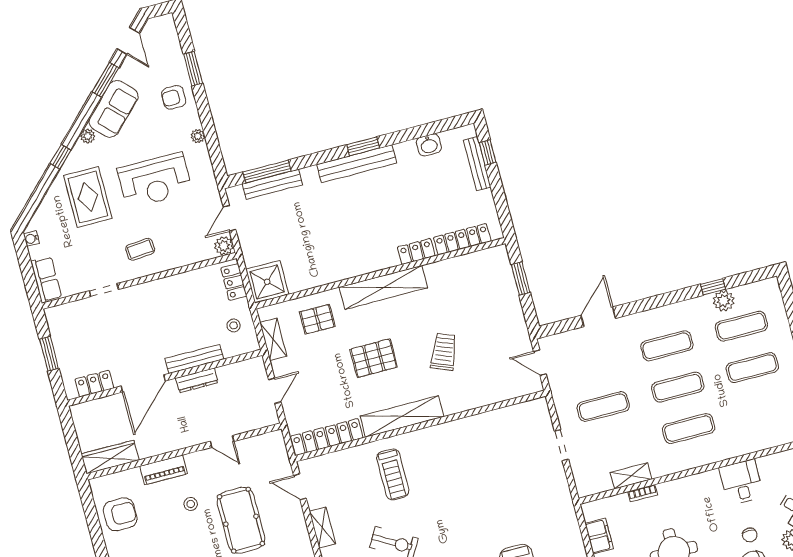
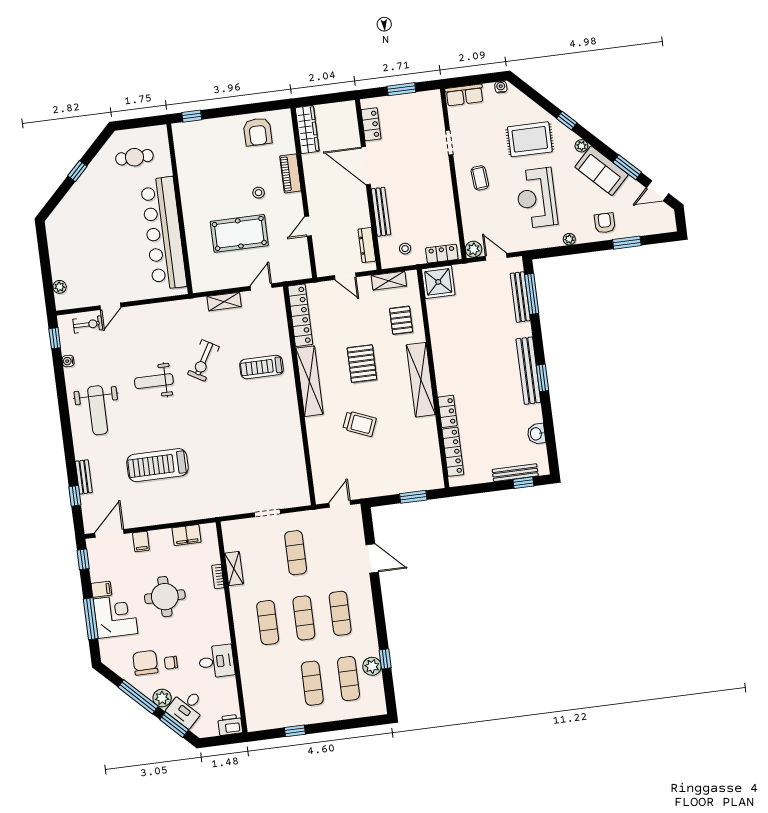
dresser: (197, 380) -> (367, 245), moved

